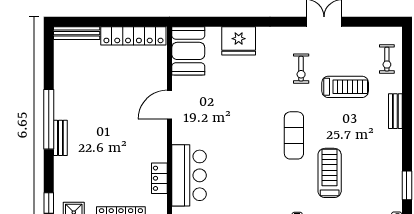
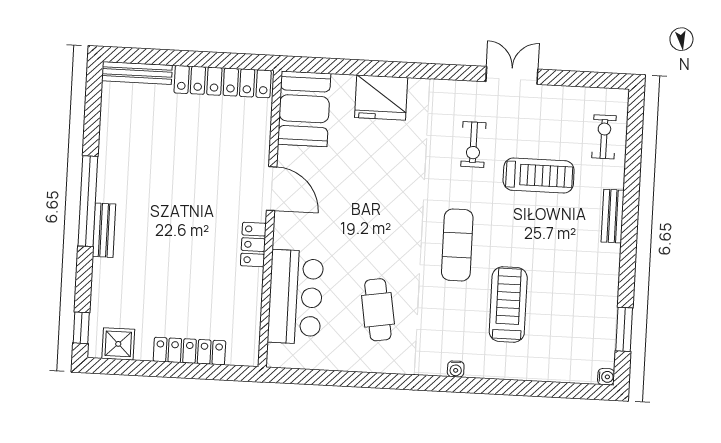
exercise bike: (387, 59) -> (604, 137), turned 180
door: (170, 105) -> (272, 189), swing flipped
locker: (159, 178) -> (253, 245), moved
cafe table: (244, 181) -> (378, 310), added

